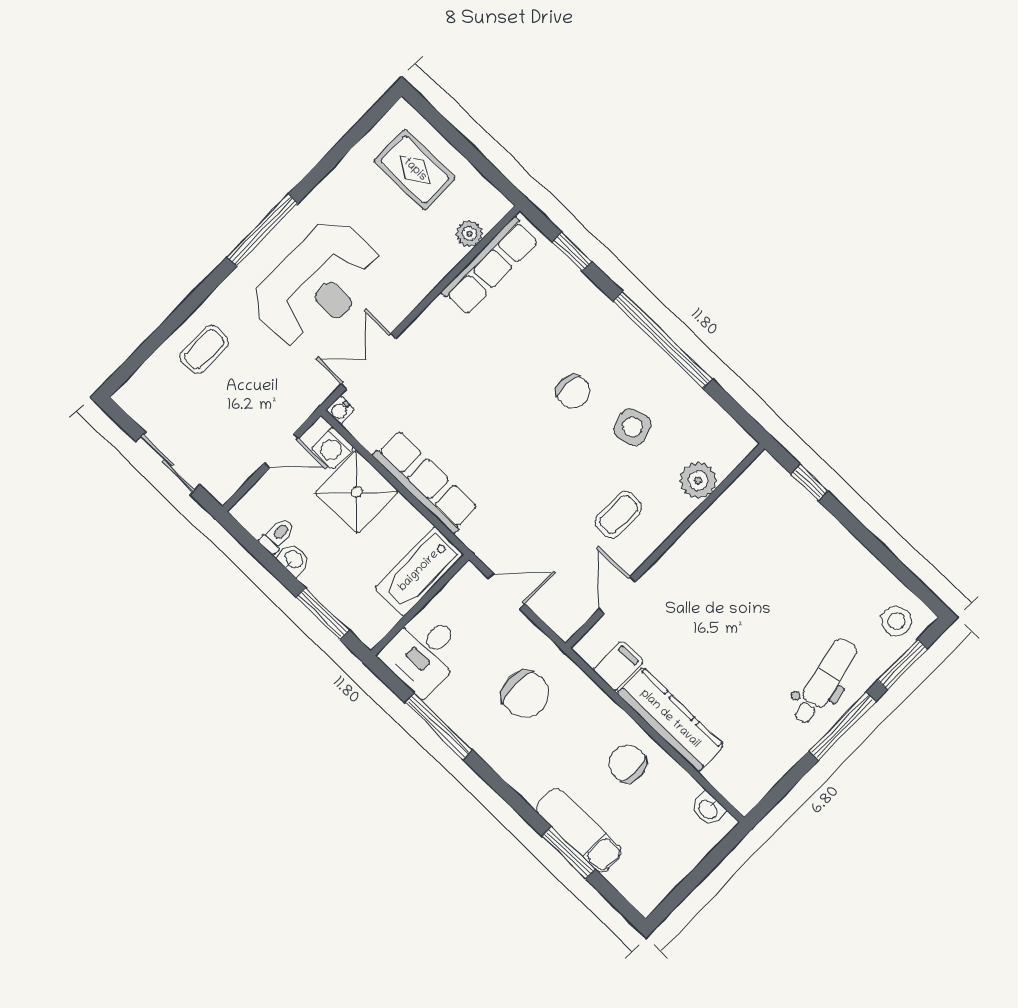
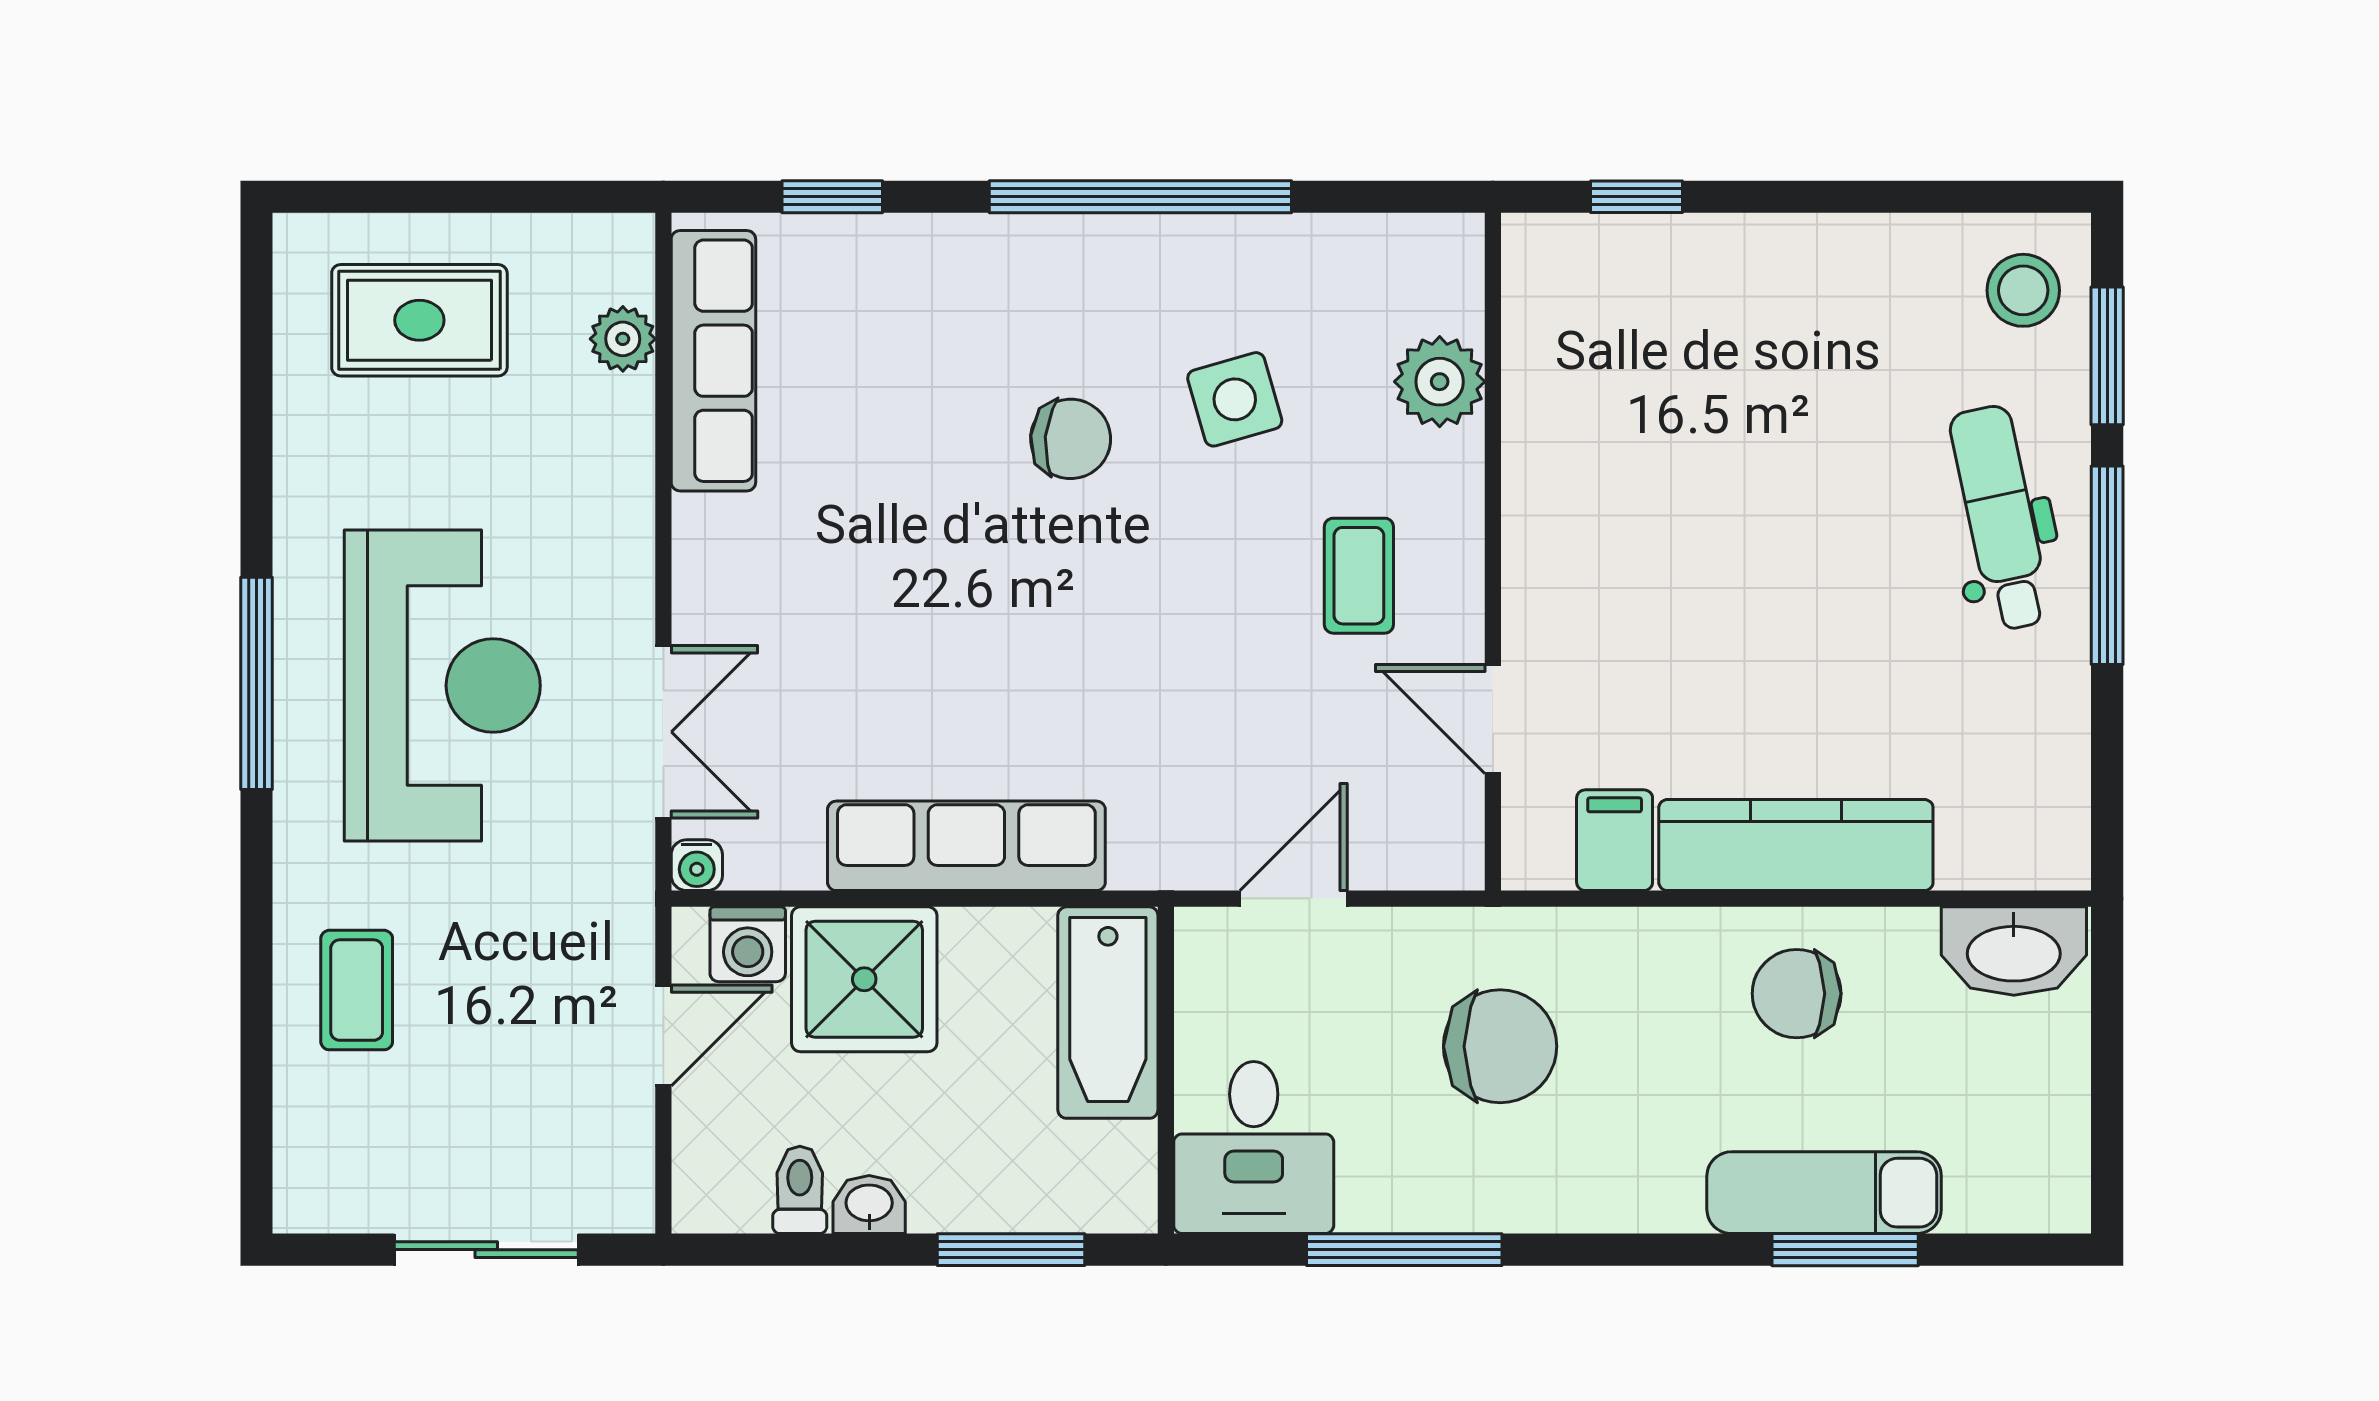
double door: (369, 361) -> (663, 732), swing flipped
washbasin: (708, 809) -> (2014, 951), width x1.91, depth x1.45

